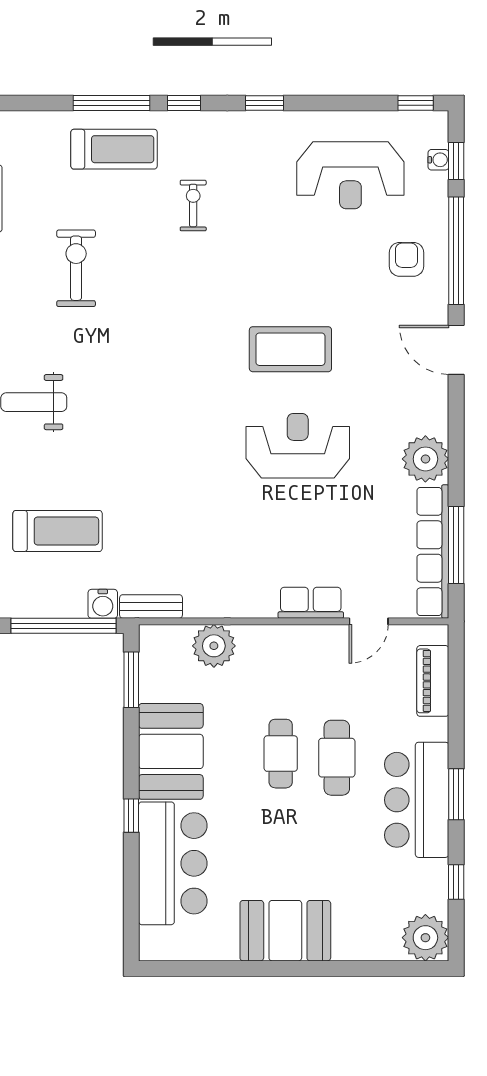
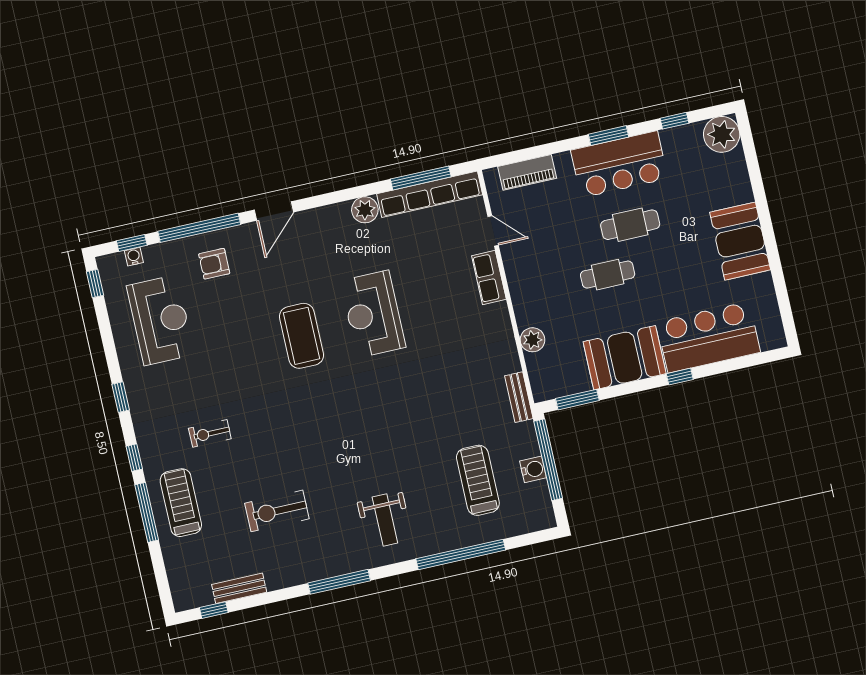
plant: (425, 459) -> (365, 210), width x0.73, depth x0.73
water cooler: (103, 604) -> (533, 469), moved
plant: (214, 646) -> (533, 340), width x0.73, depth x0.73
cafe table: (337, 758) -> (630, 225), moved

